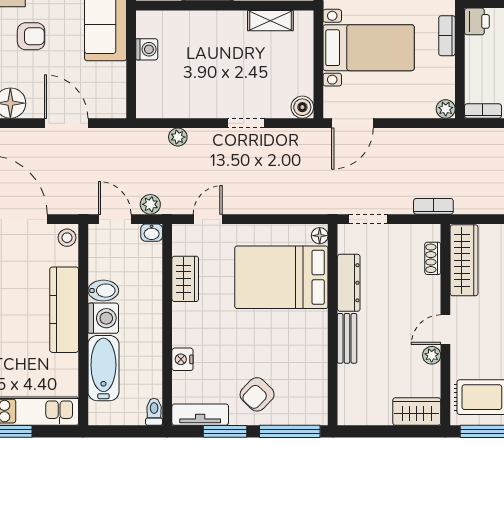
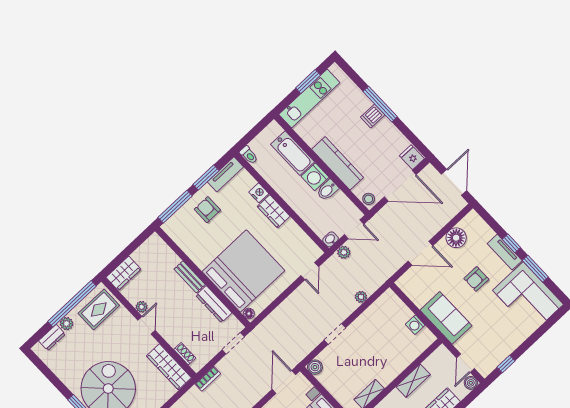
bed: (281, 277) -> (243, 271), width x1.36
wardrobe: (185, 279) -> (274, 211), moved
armchair: (257, 394) -> (207, 210), turned -44

